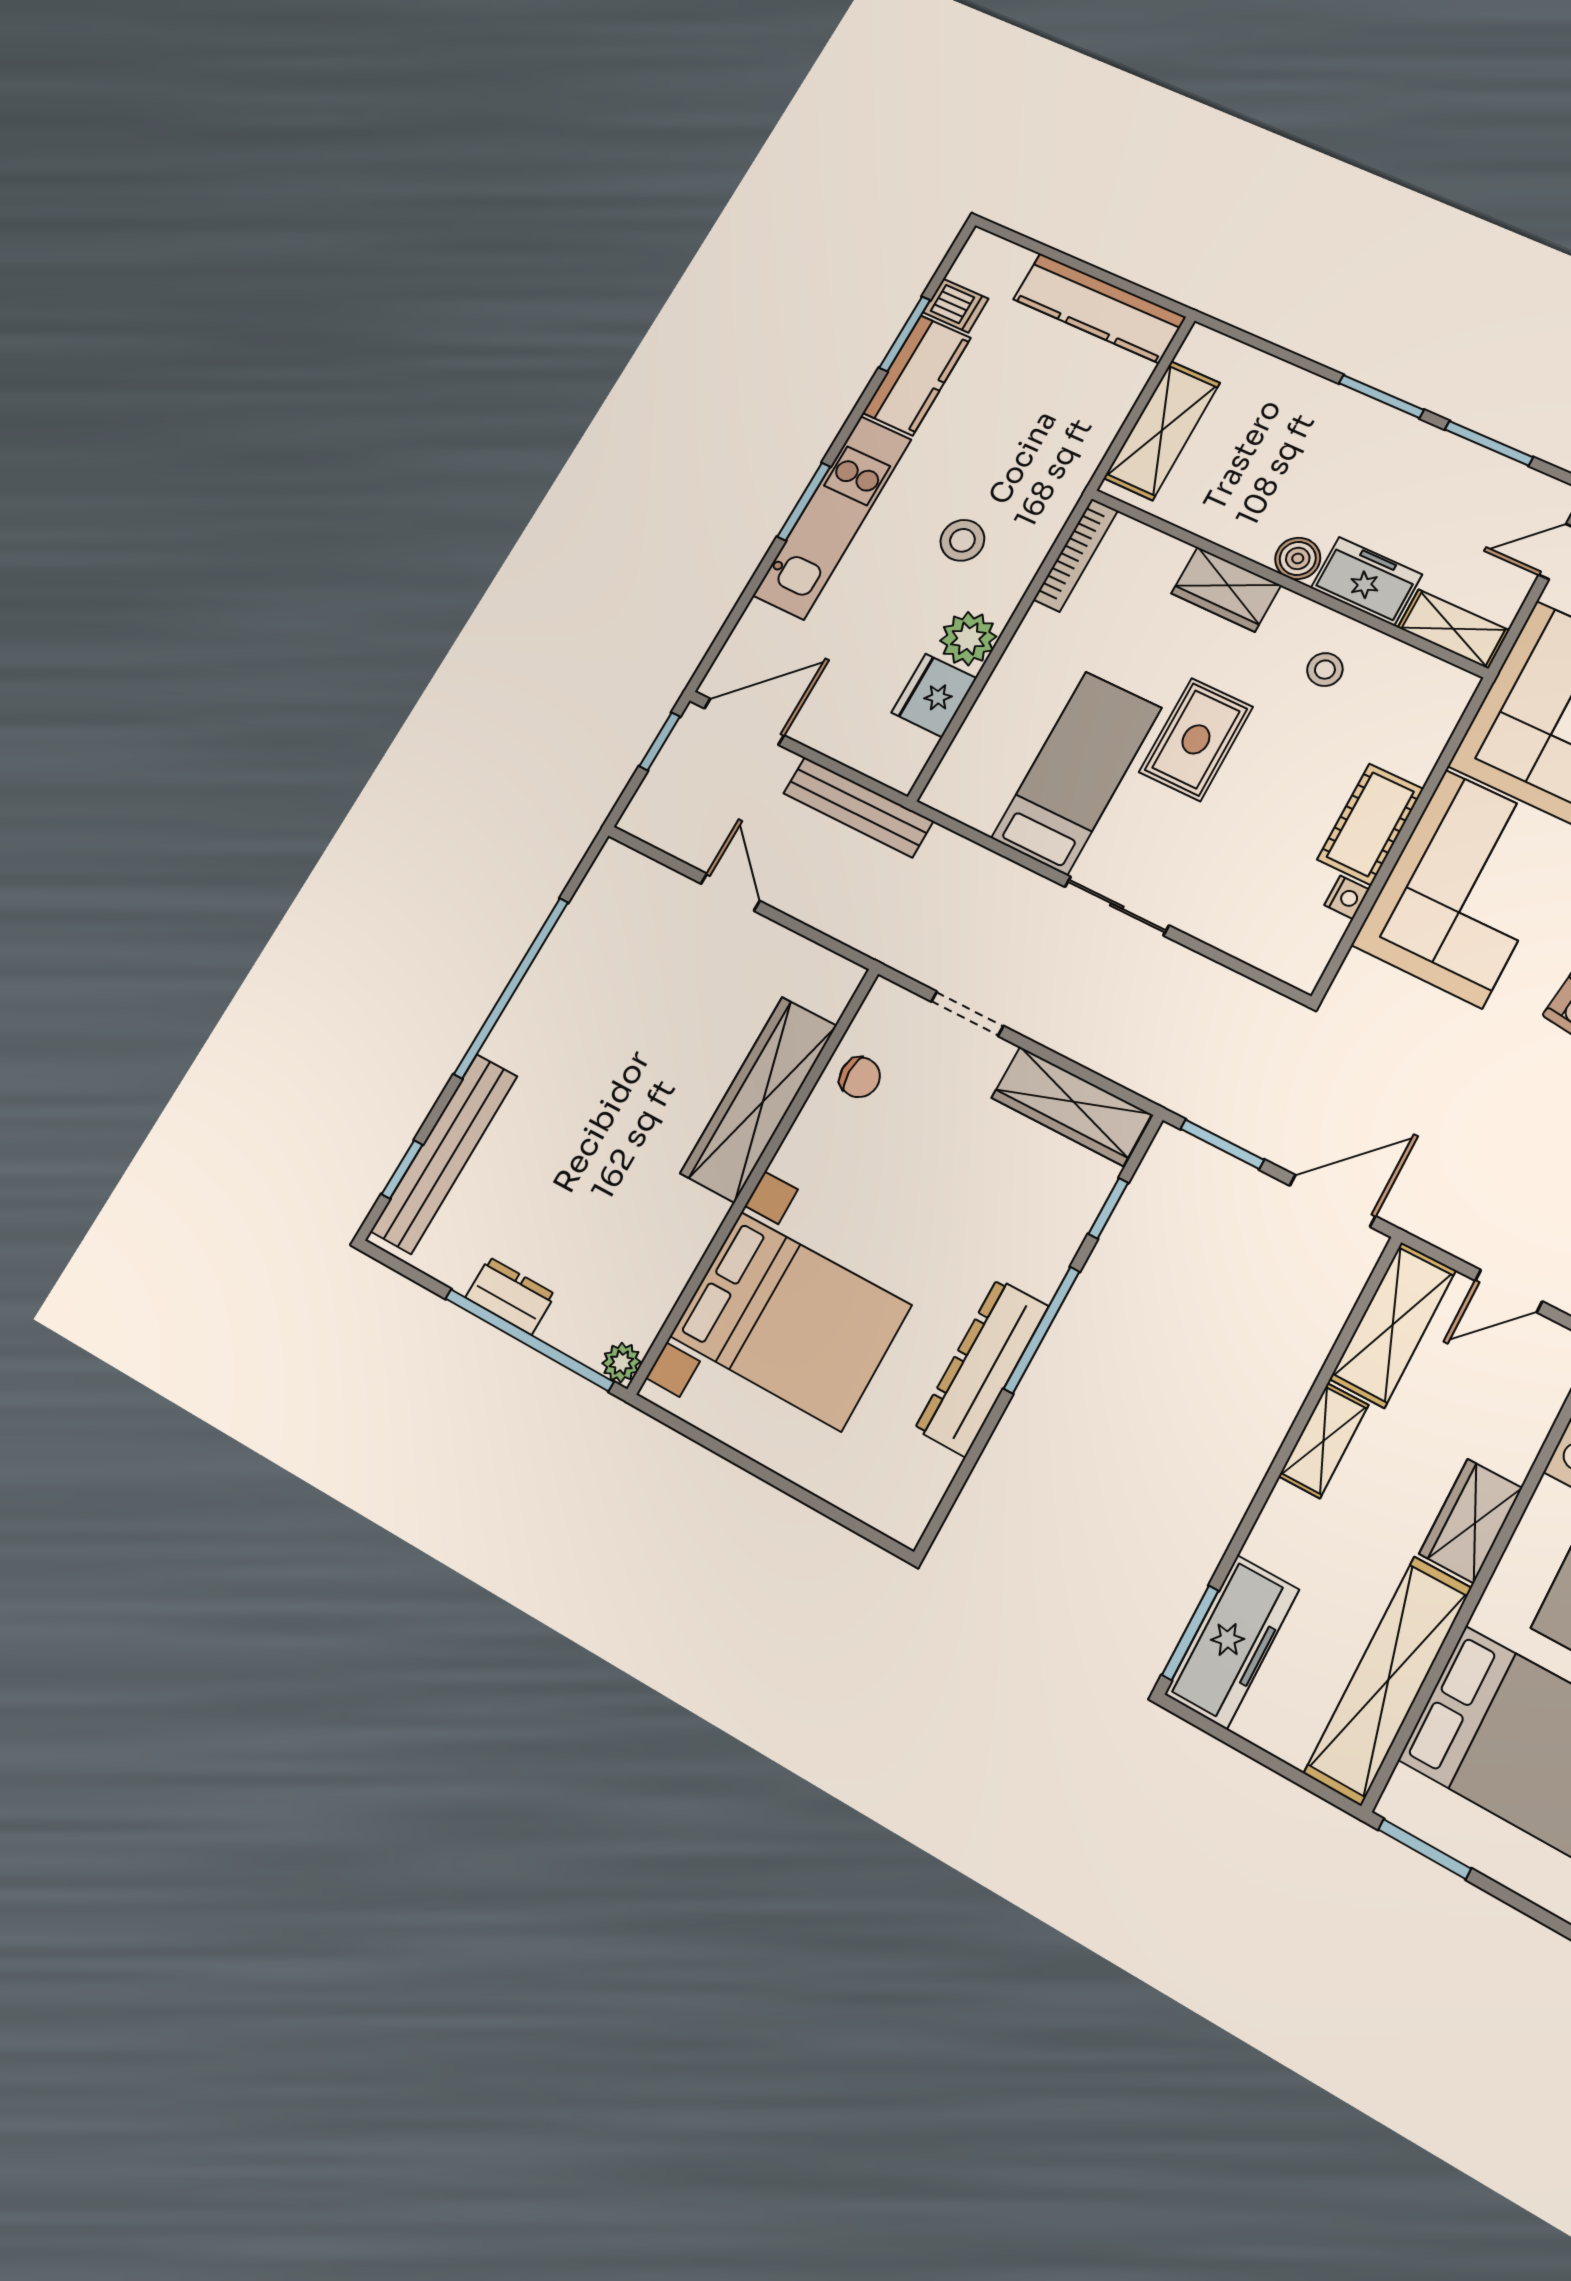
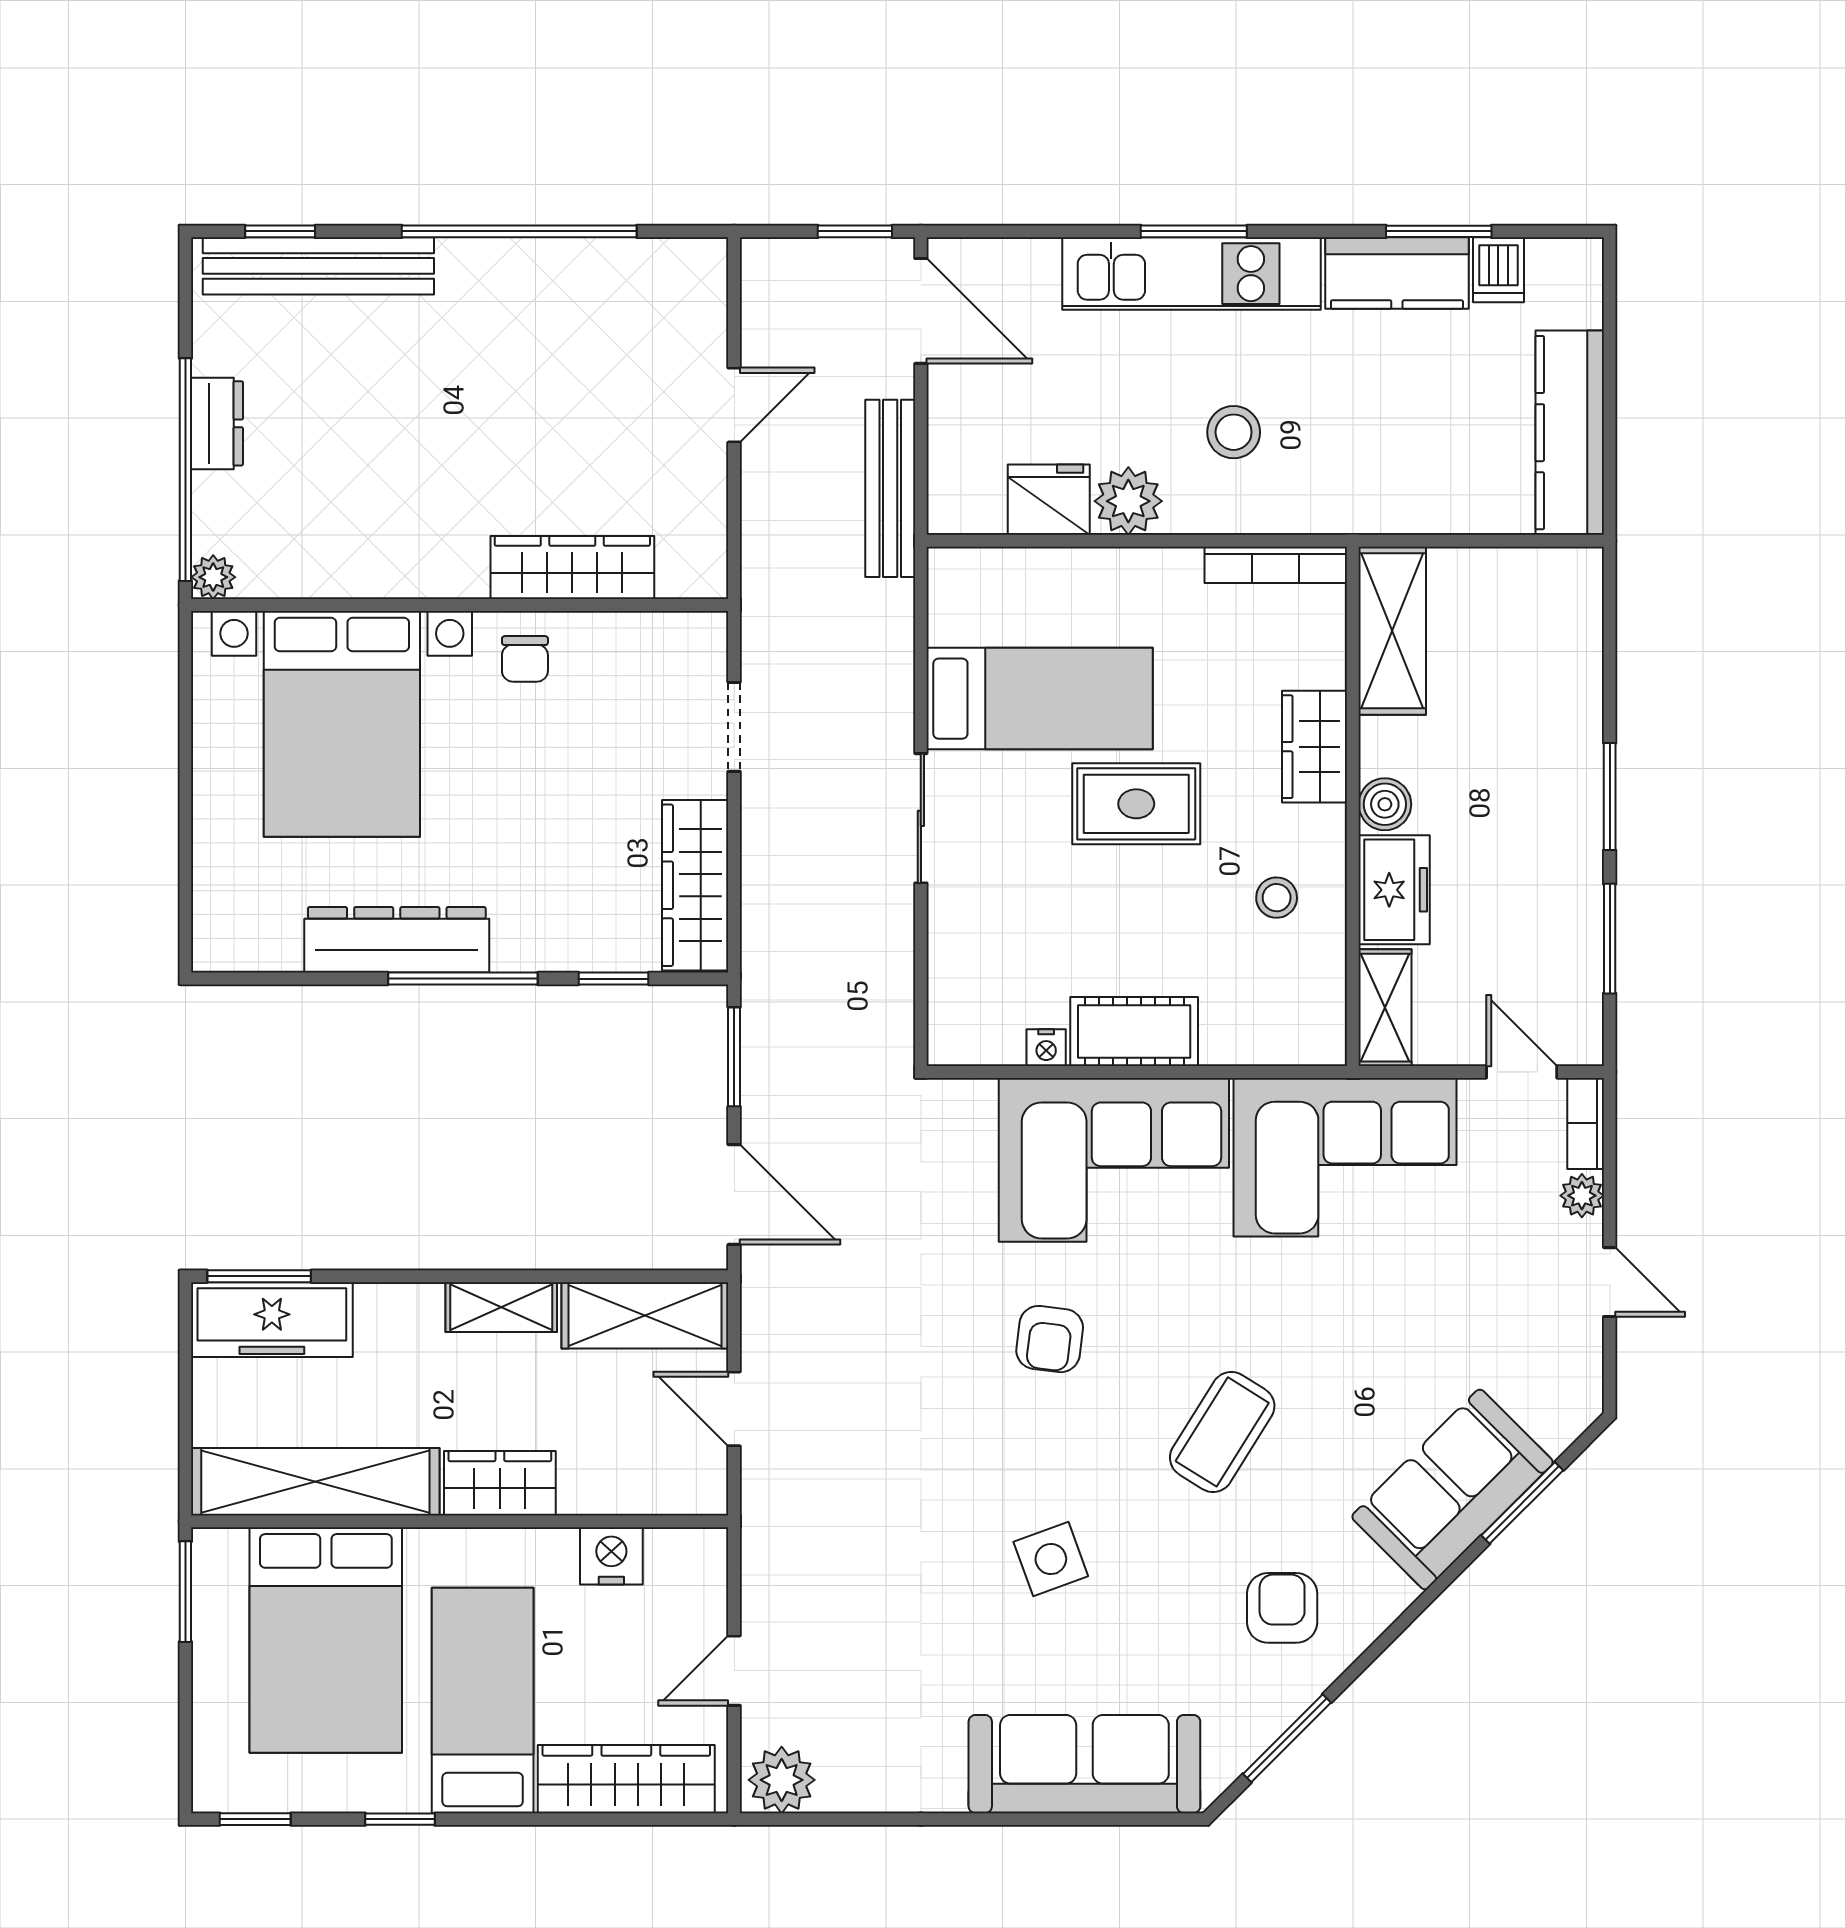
shelving: (1162, 430) -> (1392, 631), moved, turned 90
chair: (860, 1077) -> (525, 659), moved
wardrobe: (759, 1099) -> (572, 567), width x0.71, depth x0.85

